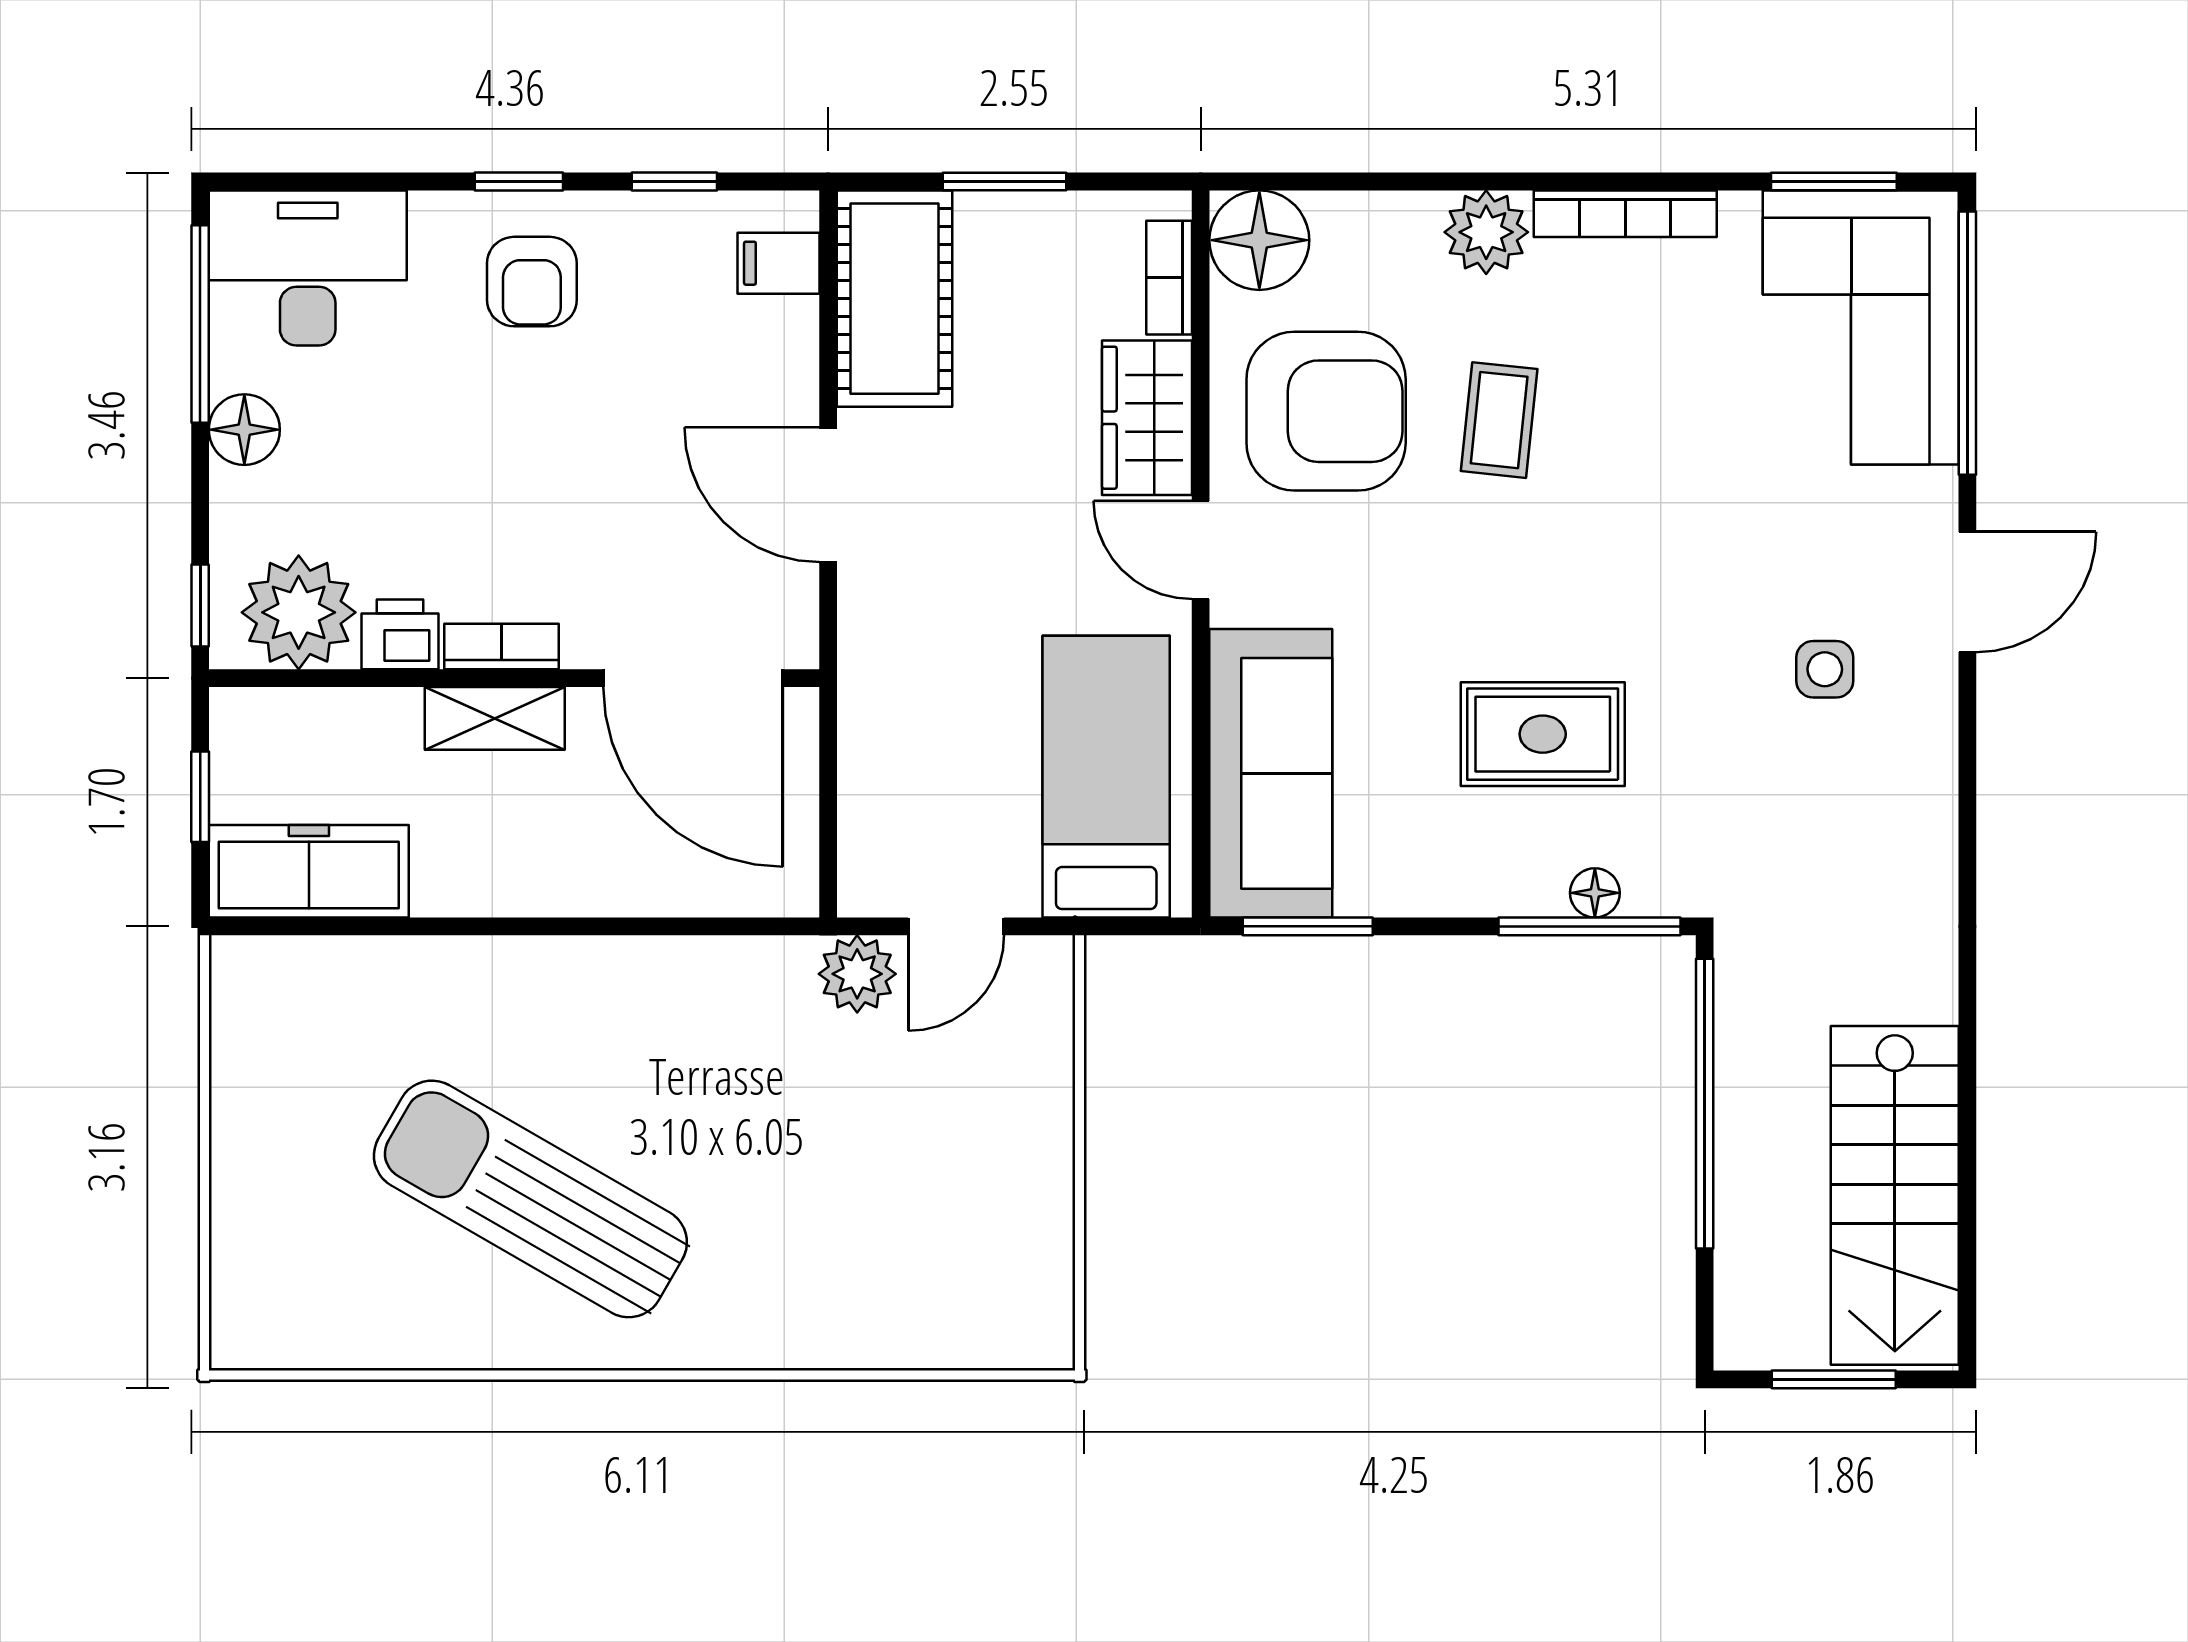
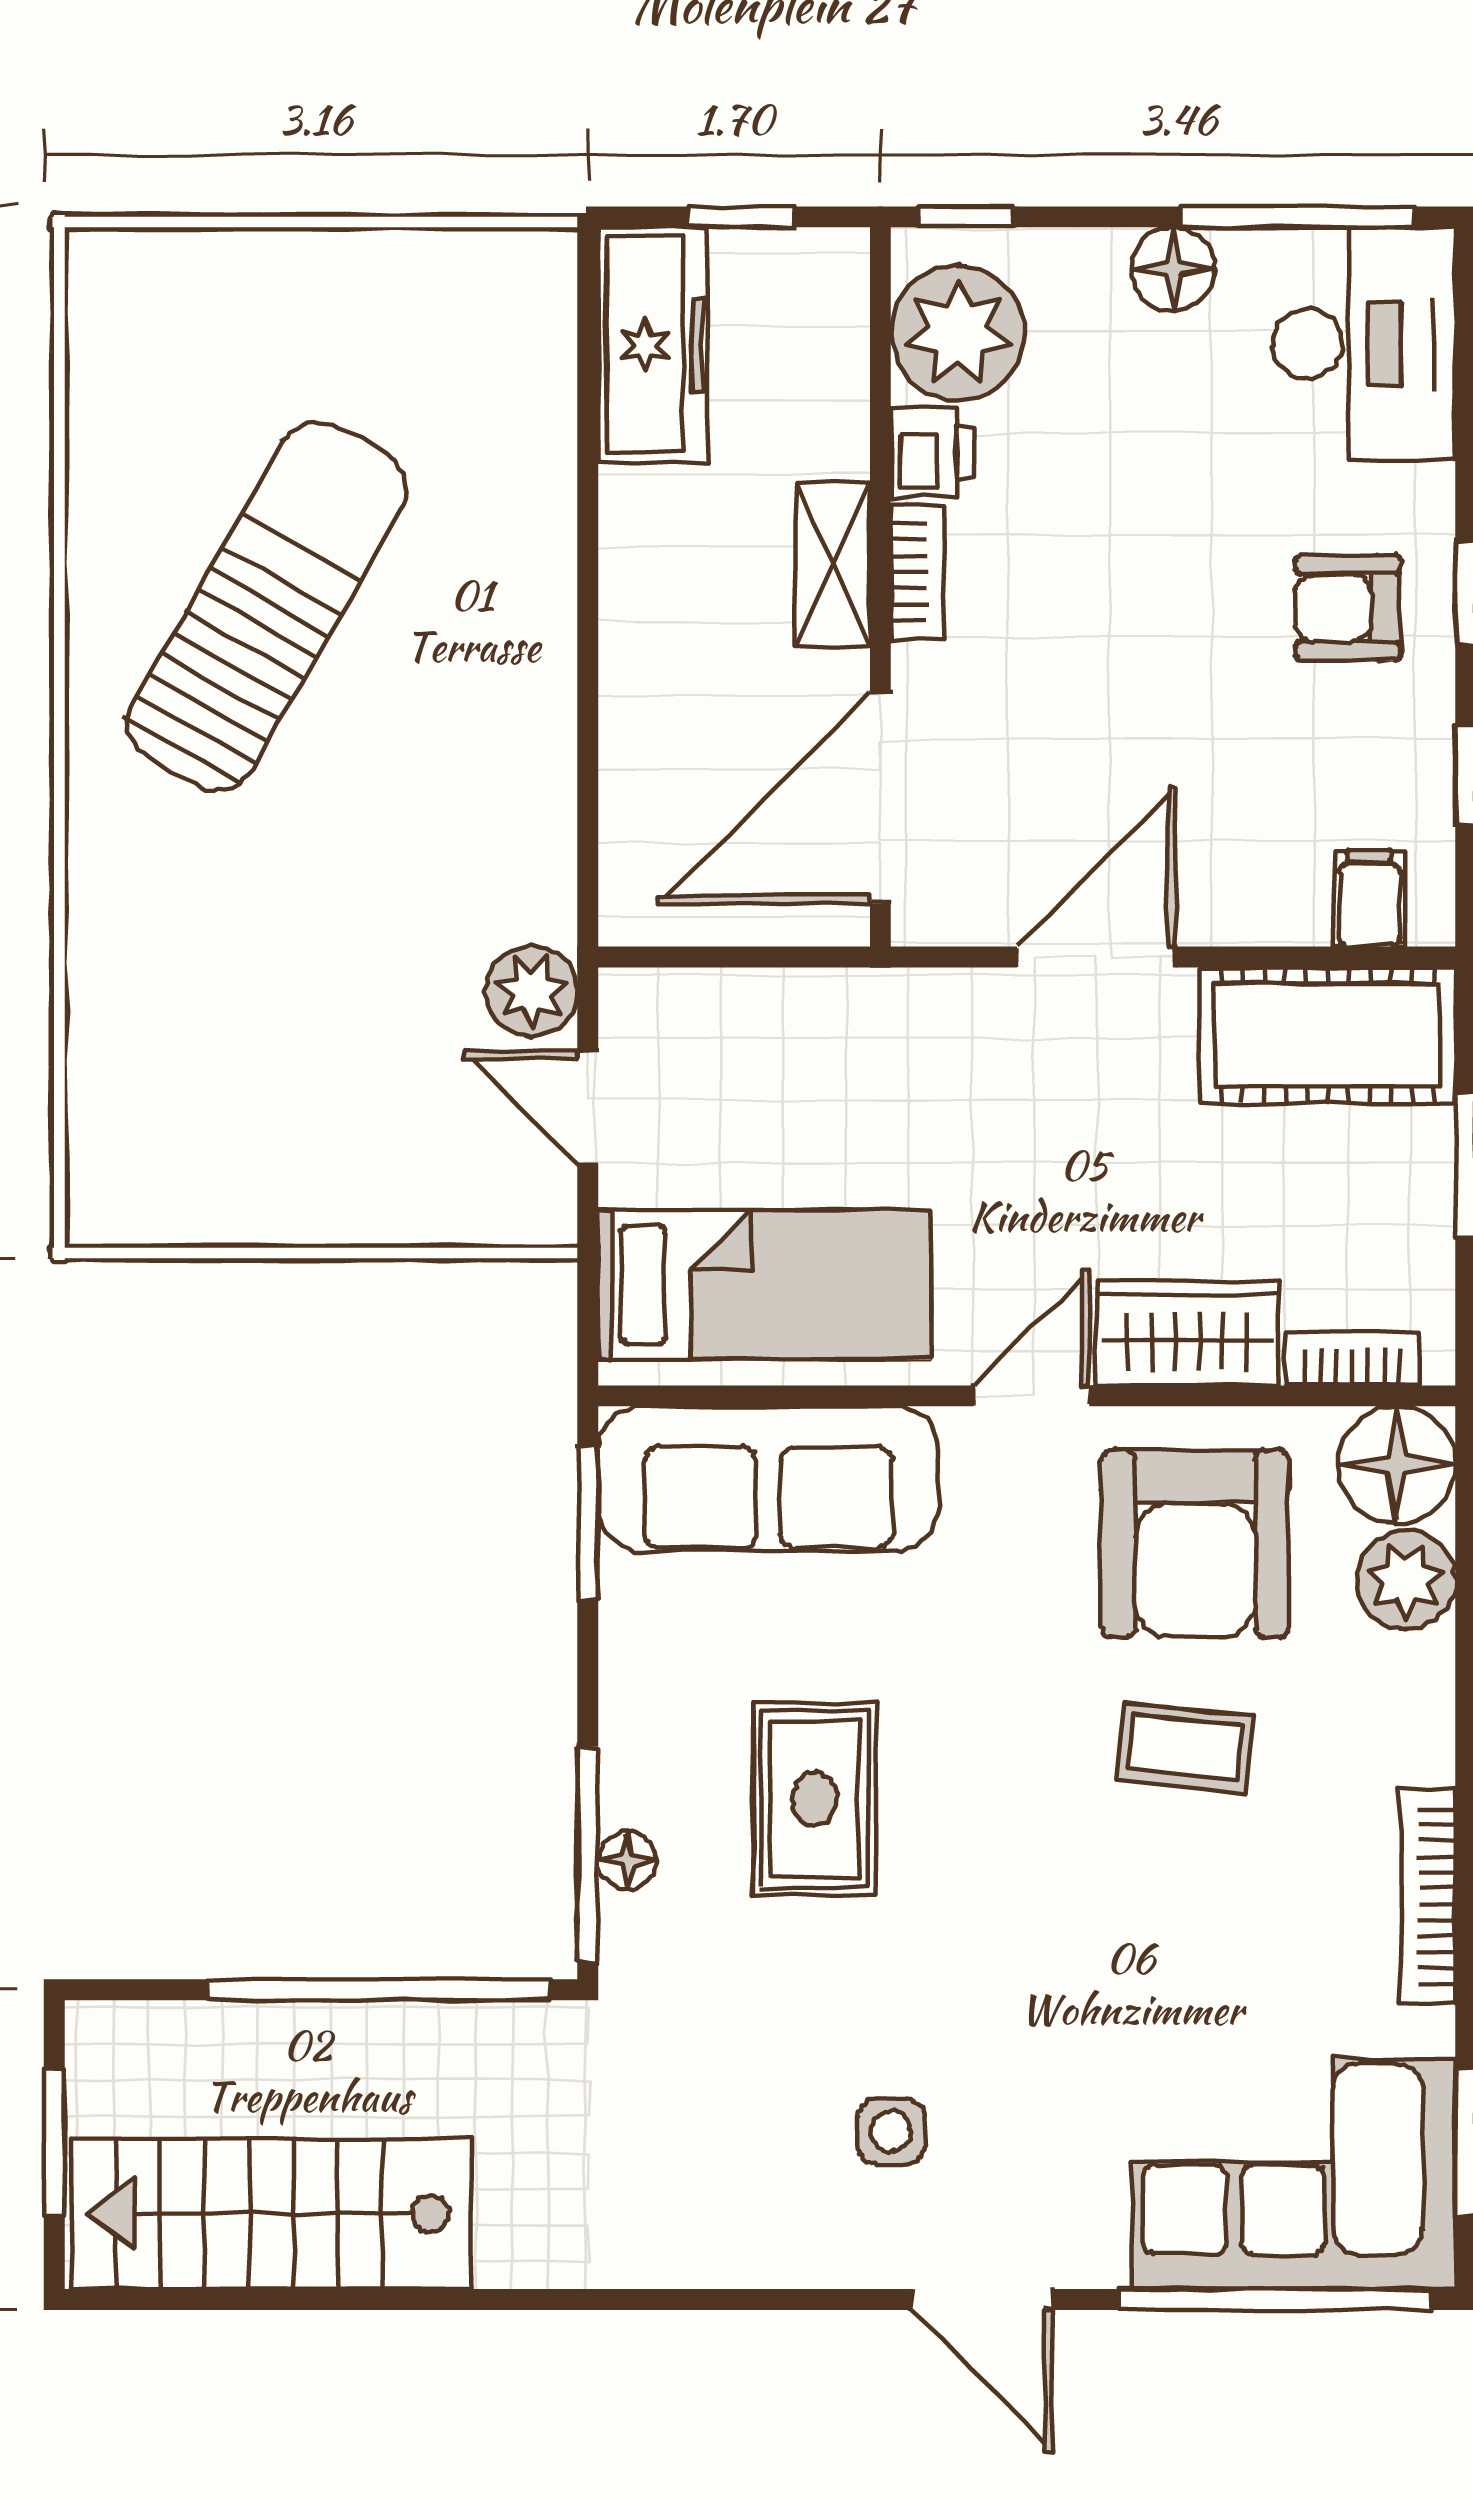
plant: (1486, 232) -> (1406, 1580), moved

